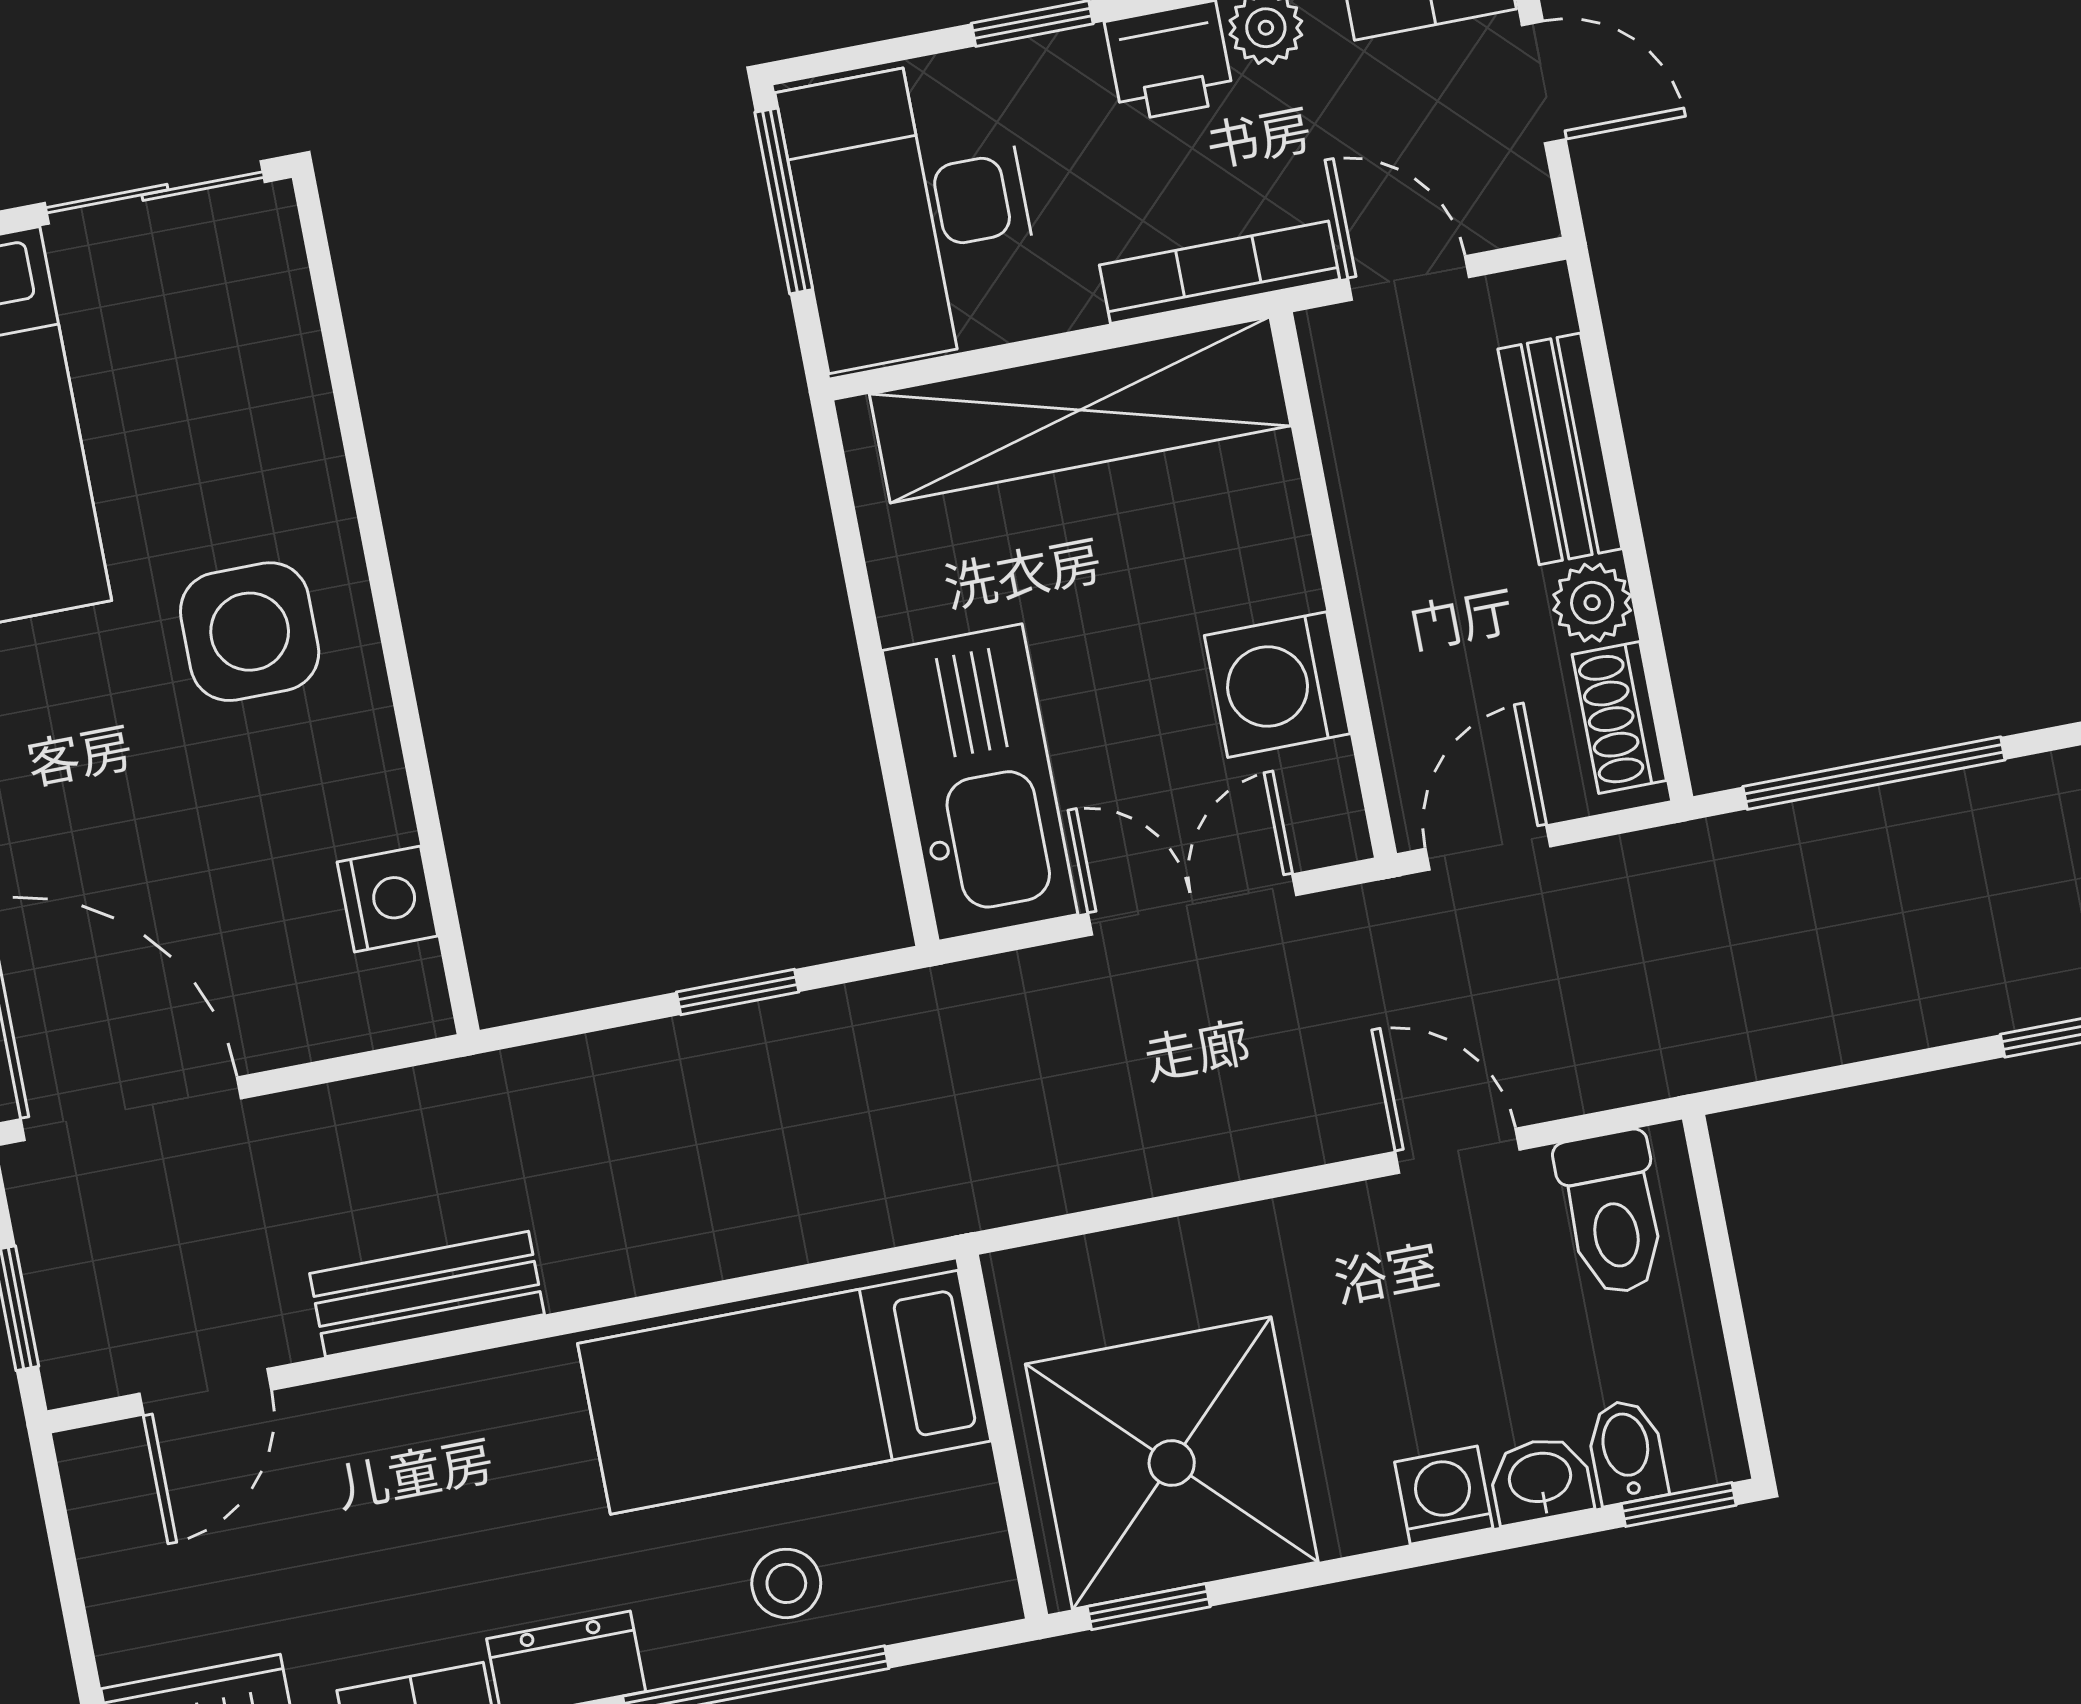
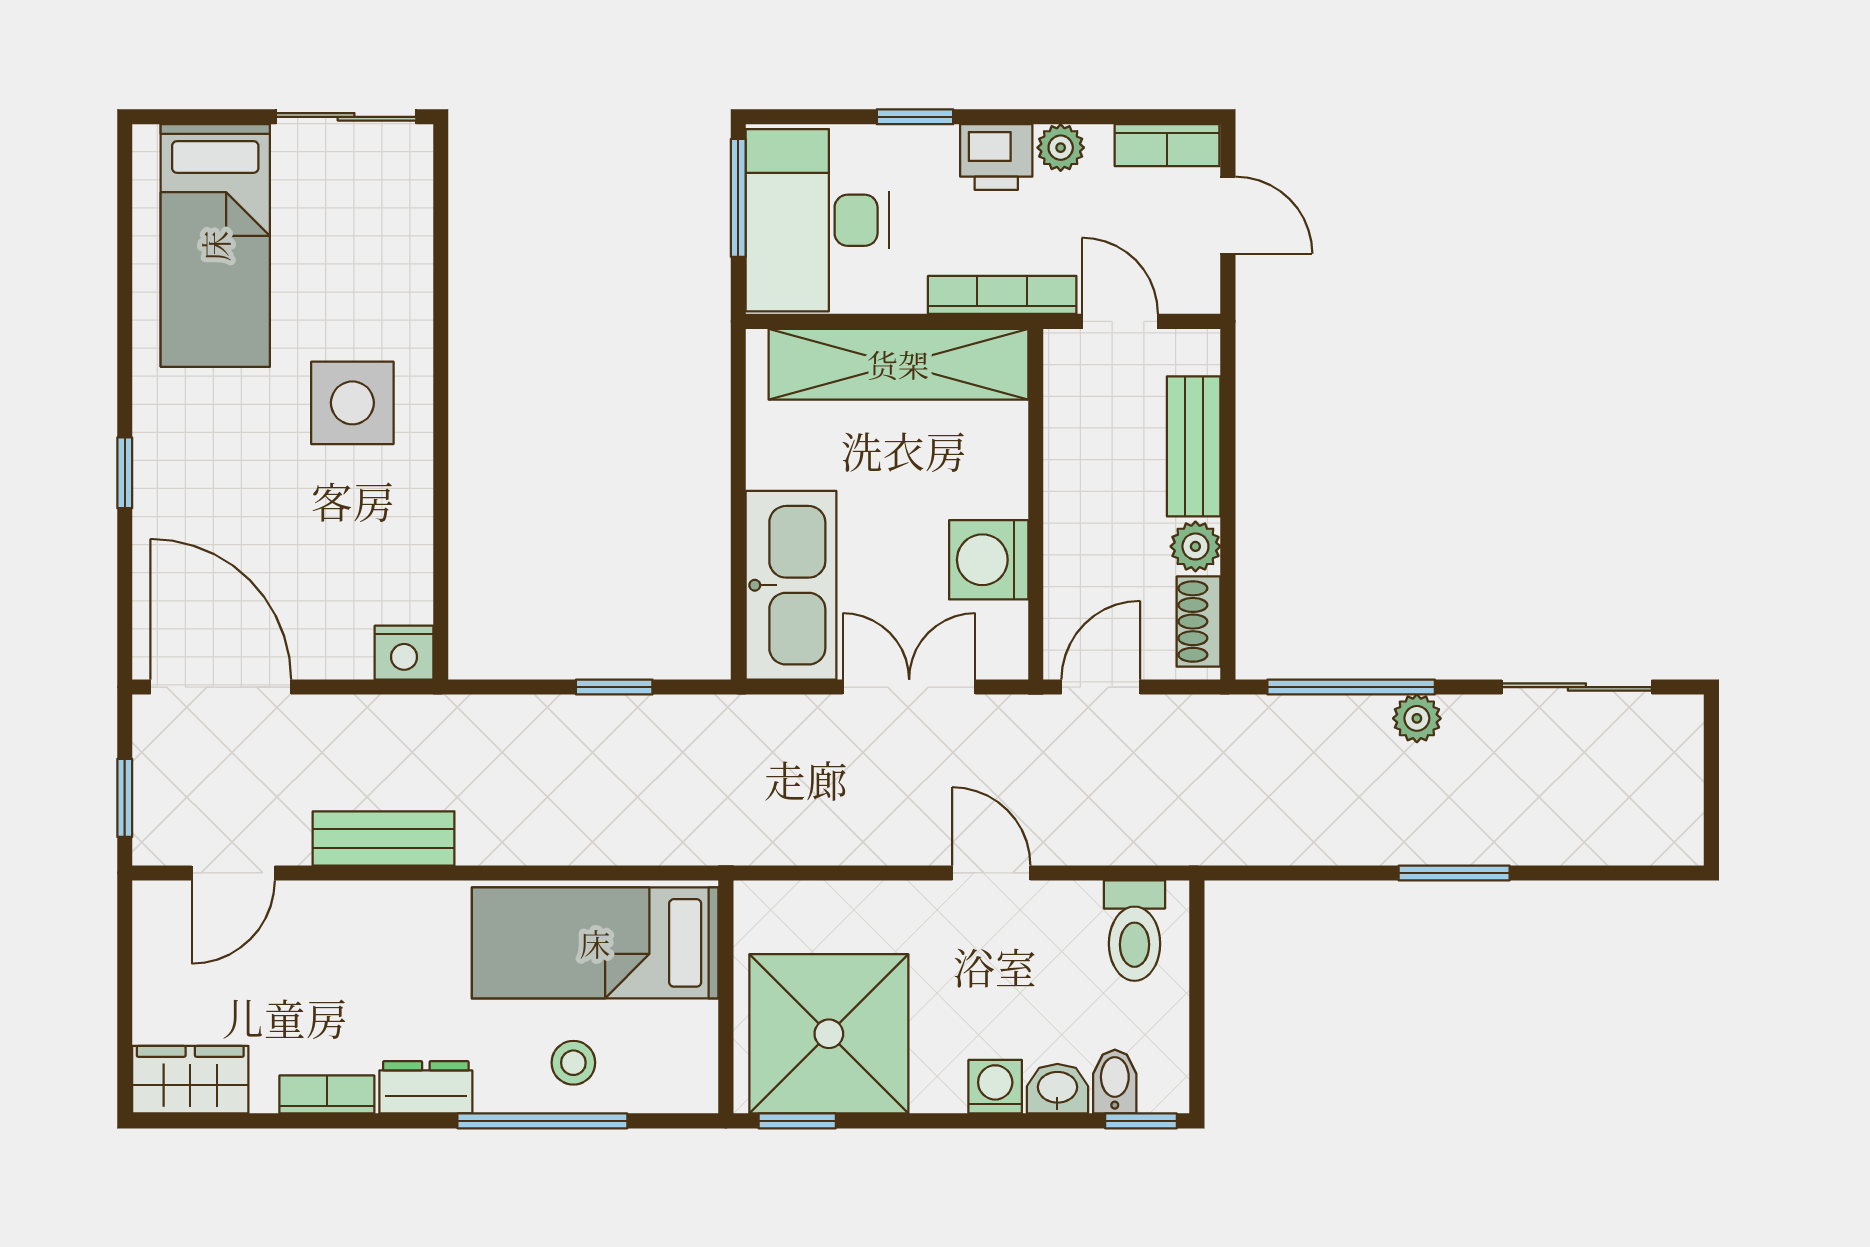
plant: (1985, 802) -> (1417, 718), added
nightstand: (387, 899) -> (404, 653), moved, turned 90
door: (1457, 1151) -> (991, 873), moved

